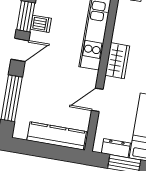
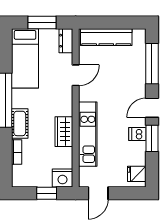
wardrobe: (117, 61) -> (64, 132), moved
dresser: (116, 148) -> (66, 41), moved, turned 90

